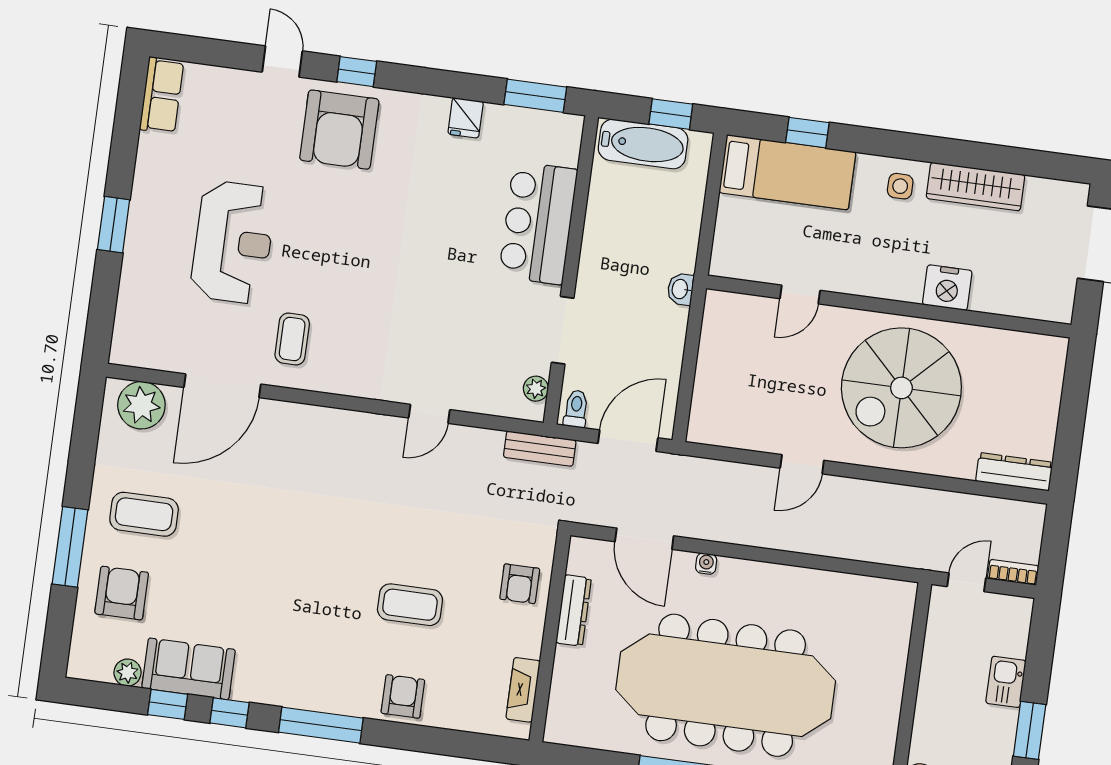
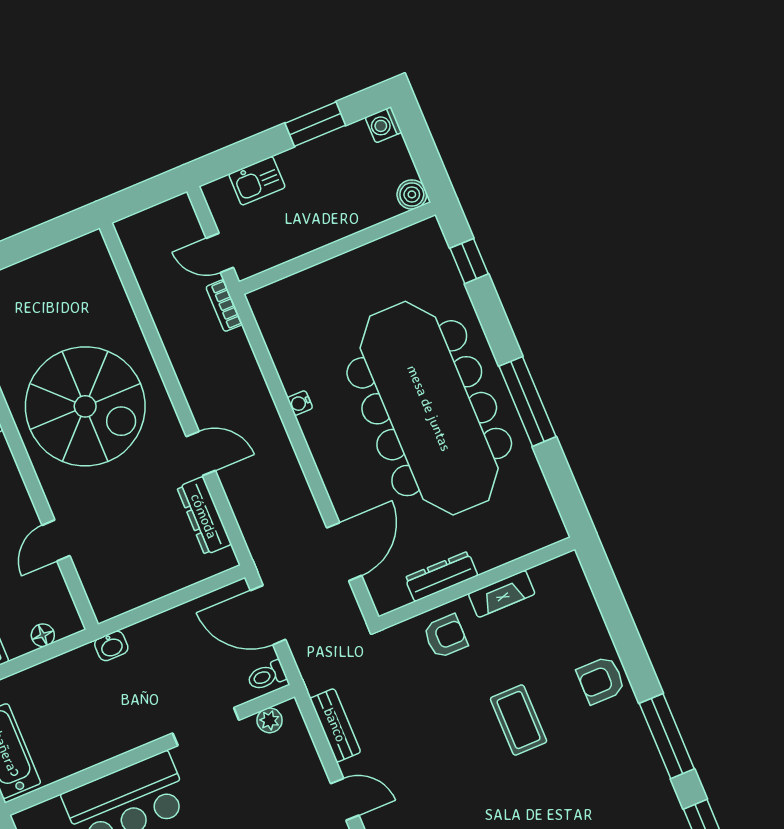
floor lamp: (725, 235) -> (43, 635), added
door: (800, 295) -> (56, 541), swing flipped
bench: (540, 449) -> (335, 725), moved
dresser: (1014, 472) -> (204, 516), moved
water cooler: (706, 564) -> (300, 403), moved
bookcase: (1013, 572) -> (224, 306), moved
kitchen sink: (1006, 682) -> (257, 181), moved
fireplace: (523, 690) -> (502, 594), moved

